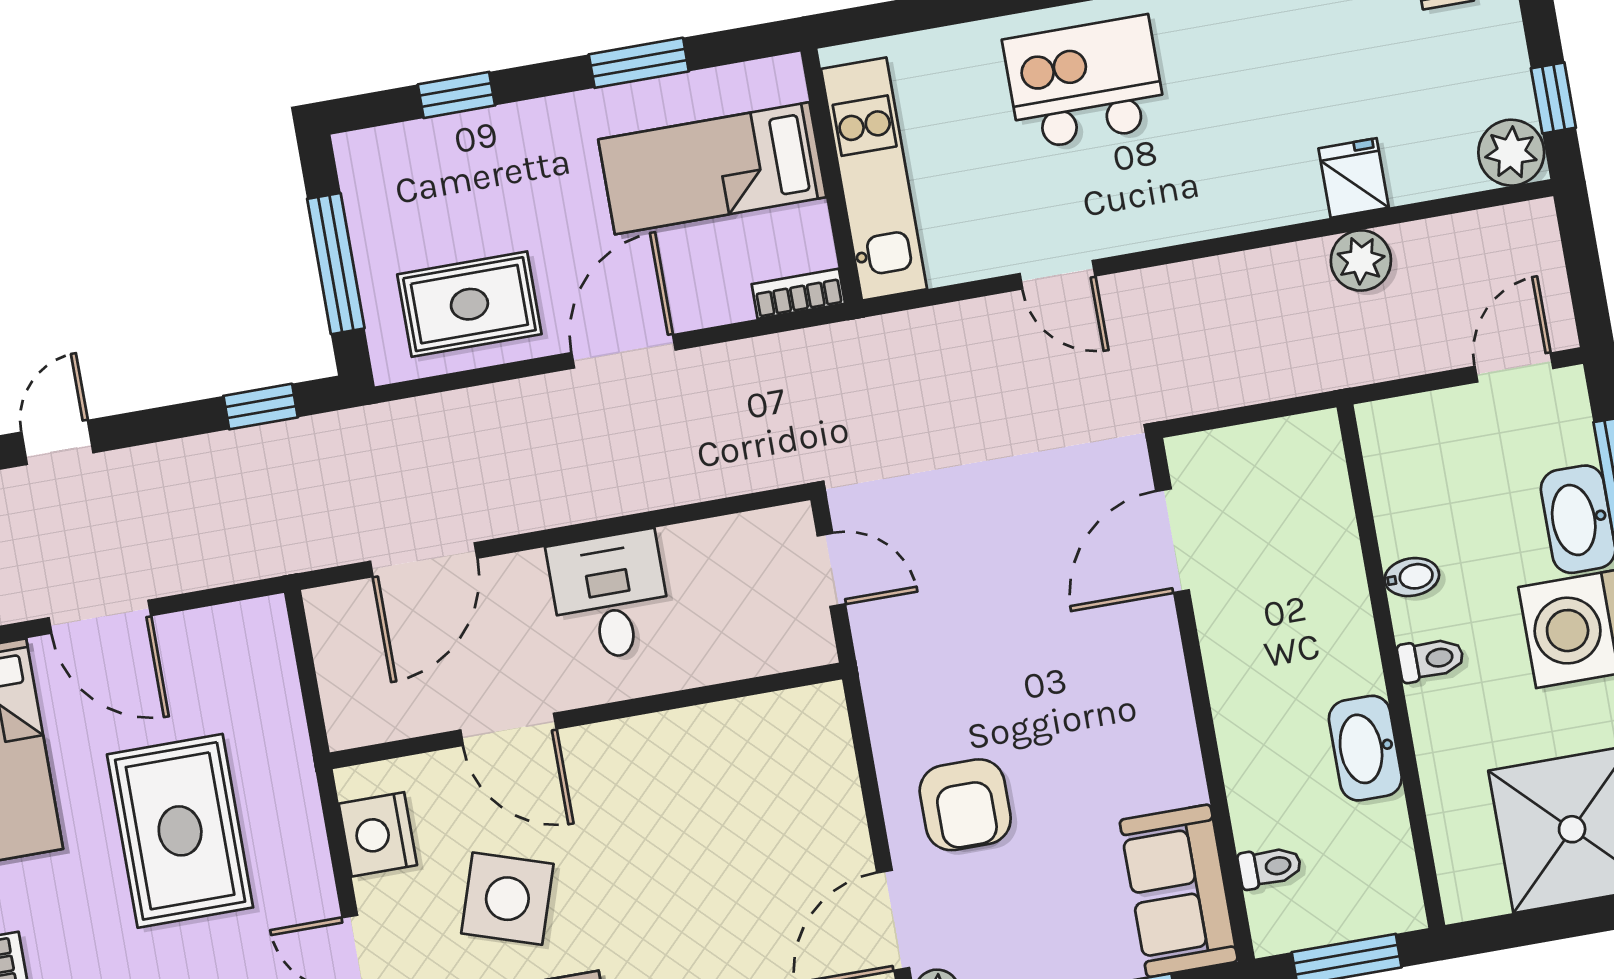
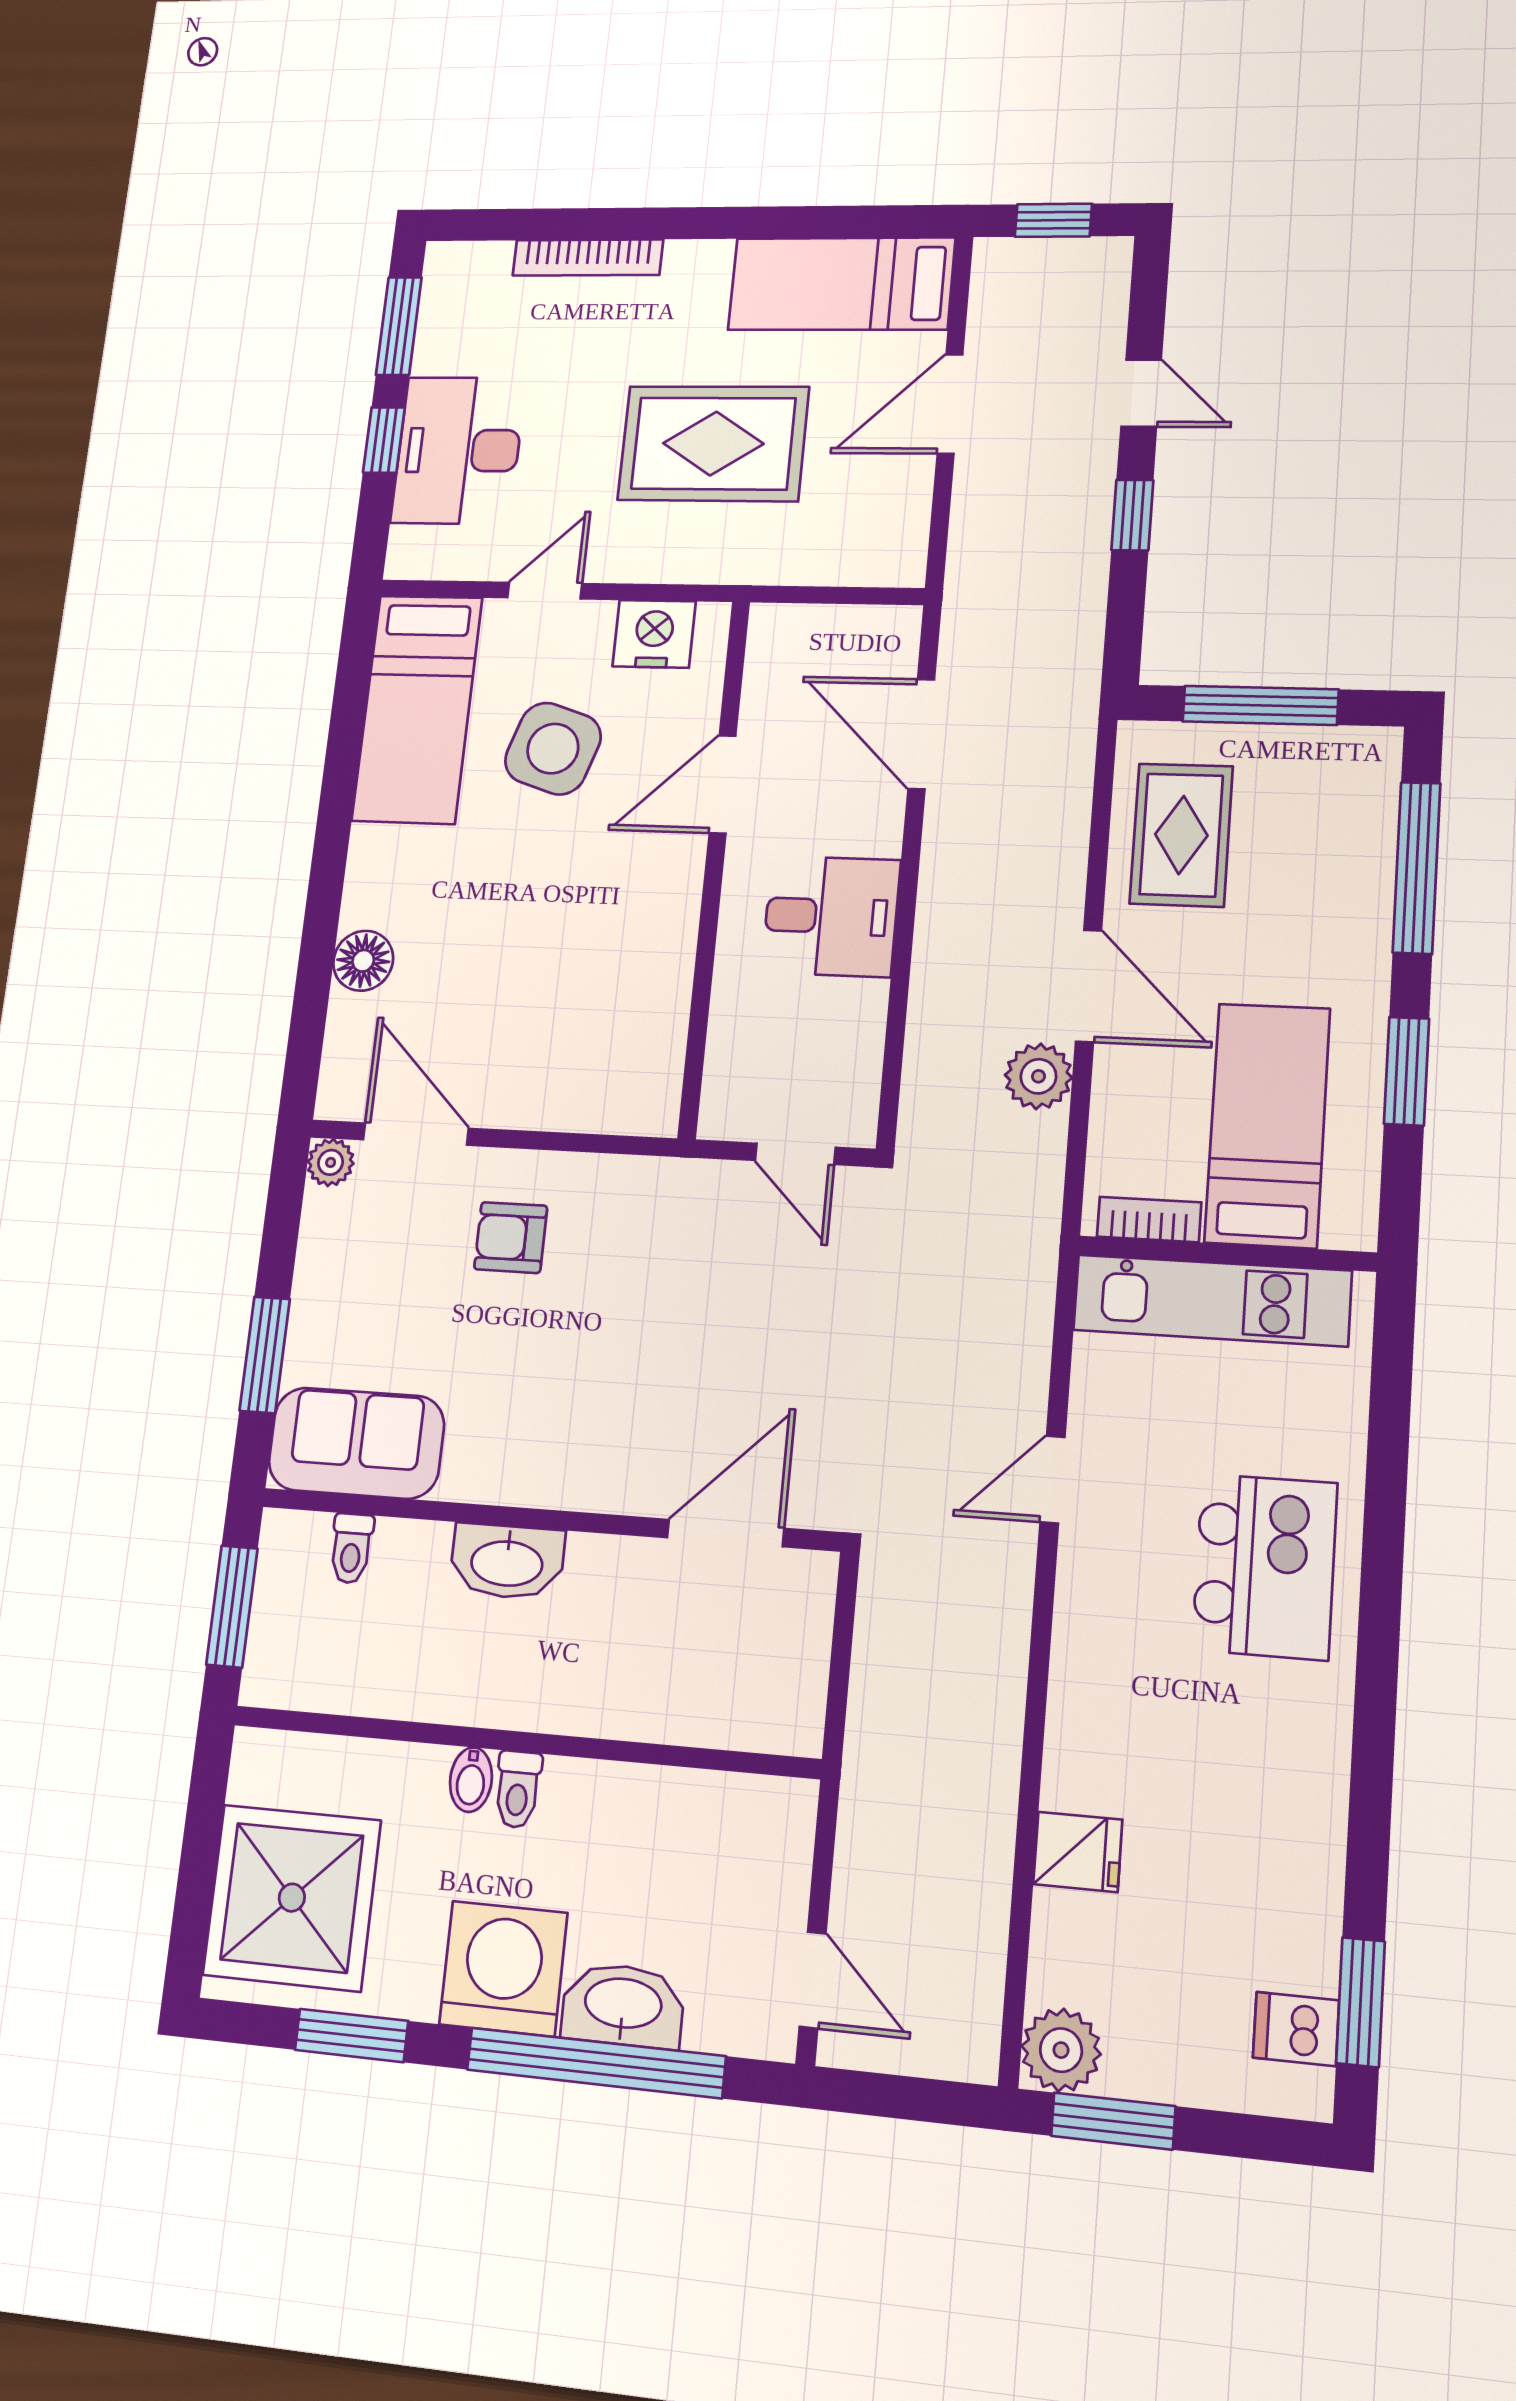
window: (456, 95) -> (1417, 868), width x2.17
window: (1553, 98) -> (1113, 2121), width x1.50
plant: (1361, 260) -> (1038, 1076), moved
bookcase: (798, 294) -> (1149, 1219), moved, turned -90
window: (261, 407) -> (1132, 515), moved
door: (1173, 541) -> (725, 1533), hinge flipped
door: (831, 570) -> (795, 1154), hinge flipped
bidet: (1412, 577) -> (471, 1780), moved
washbasin: (1365, 748) -> (507, 1561), moved, turned 180
armchair: (965, 805) -> (511, 1238), width x0.72, depth x0.72

